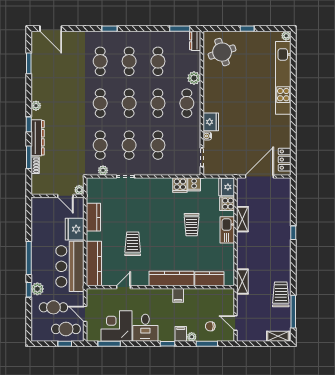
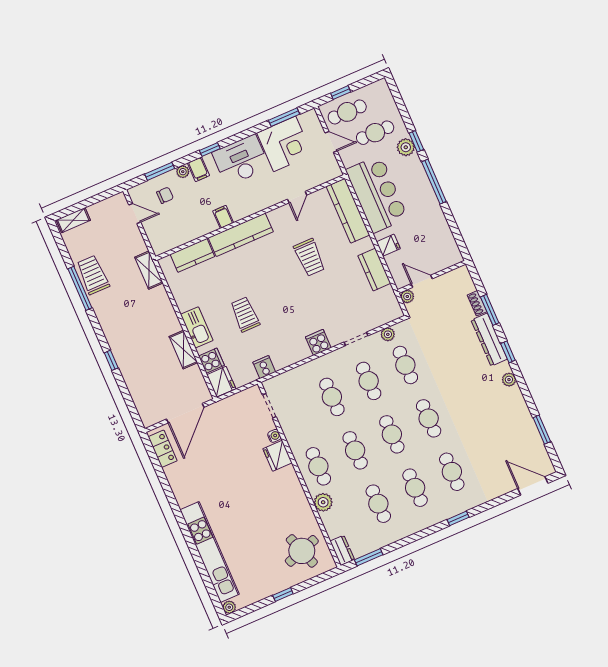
cooker: (180, 185) -> (318, 342), moved
fridge: (75, 229) -> (388, 245), width x0.53, depth x0.75
trolley: (281, 294) -> (93, 275), turned 180
window: (293, 312) -> (80, 288), moved
desk: (145, 328) -> (241, 160), width x1.37

